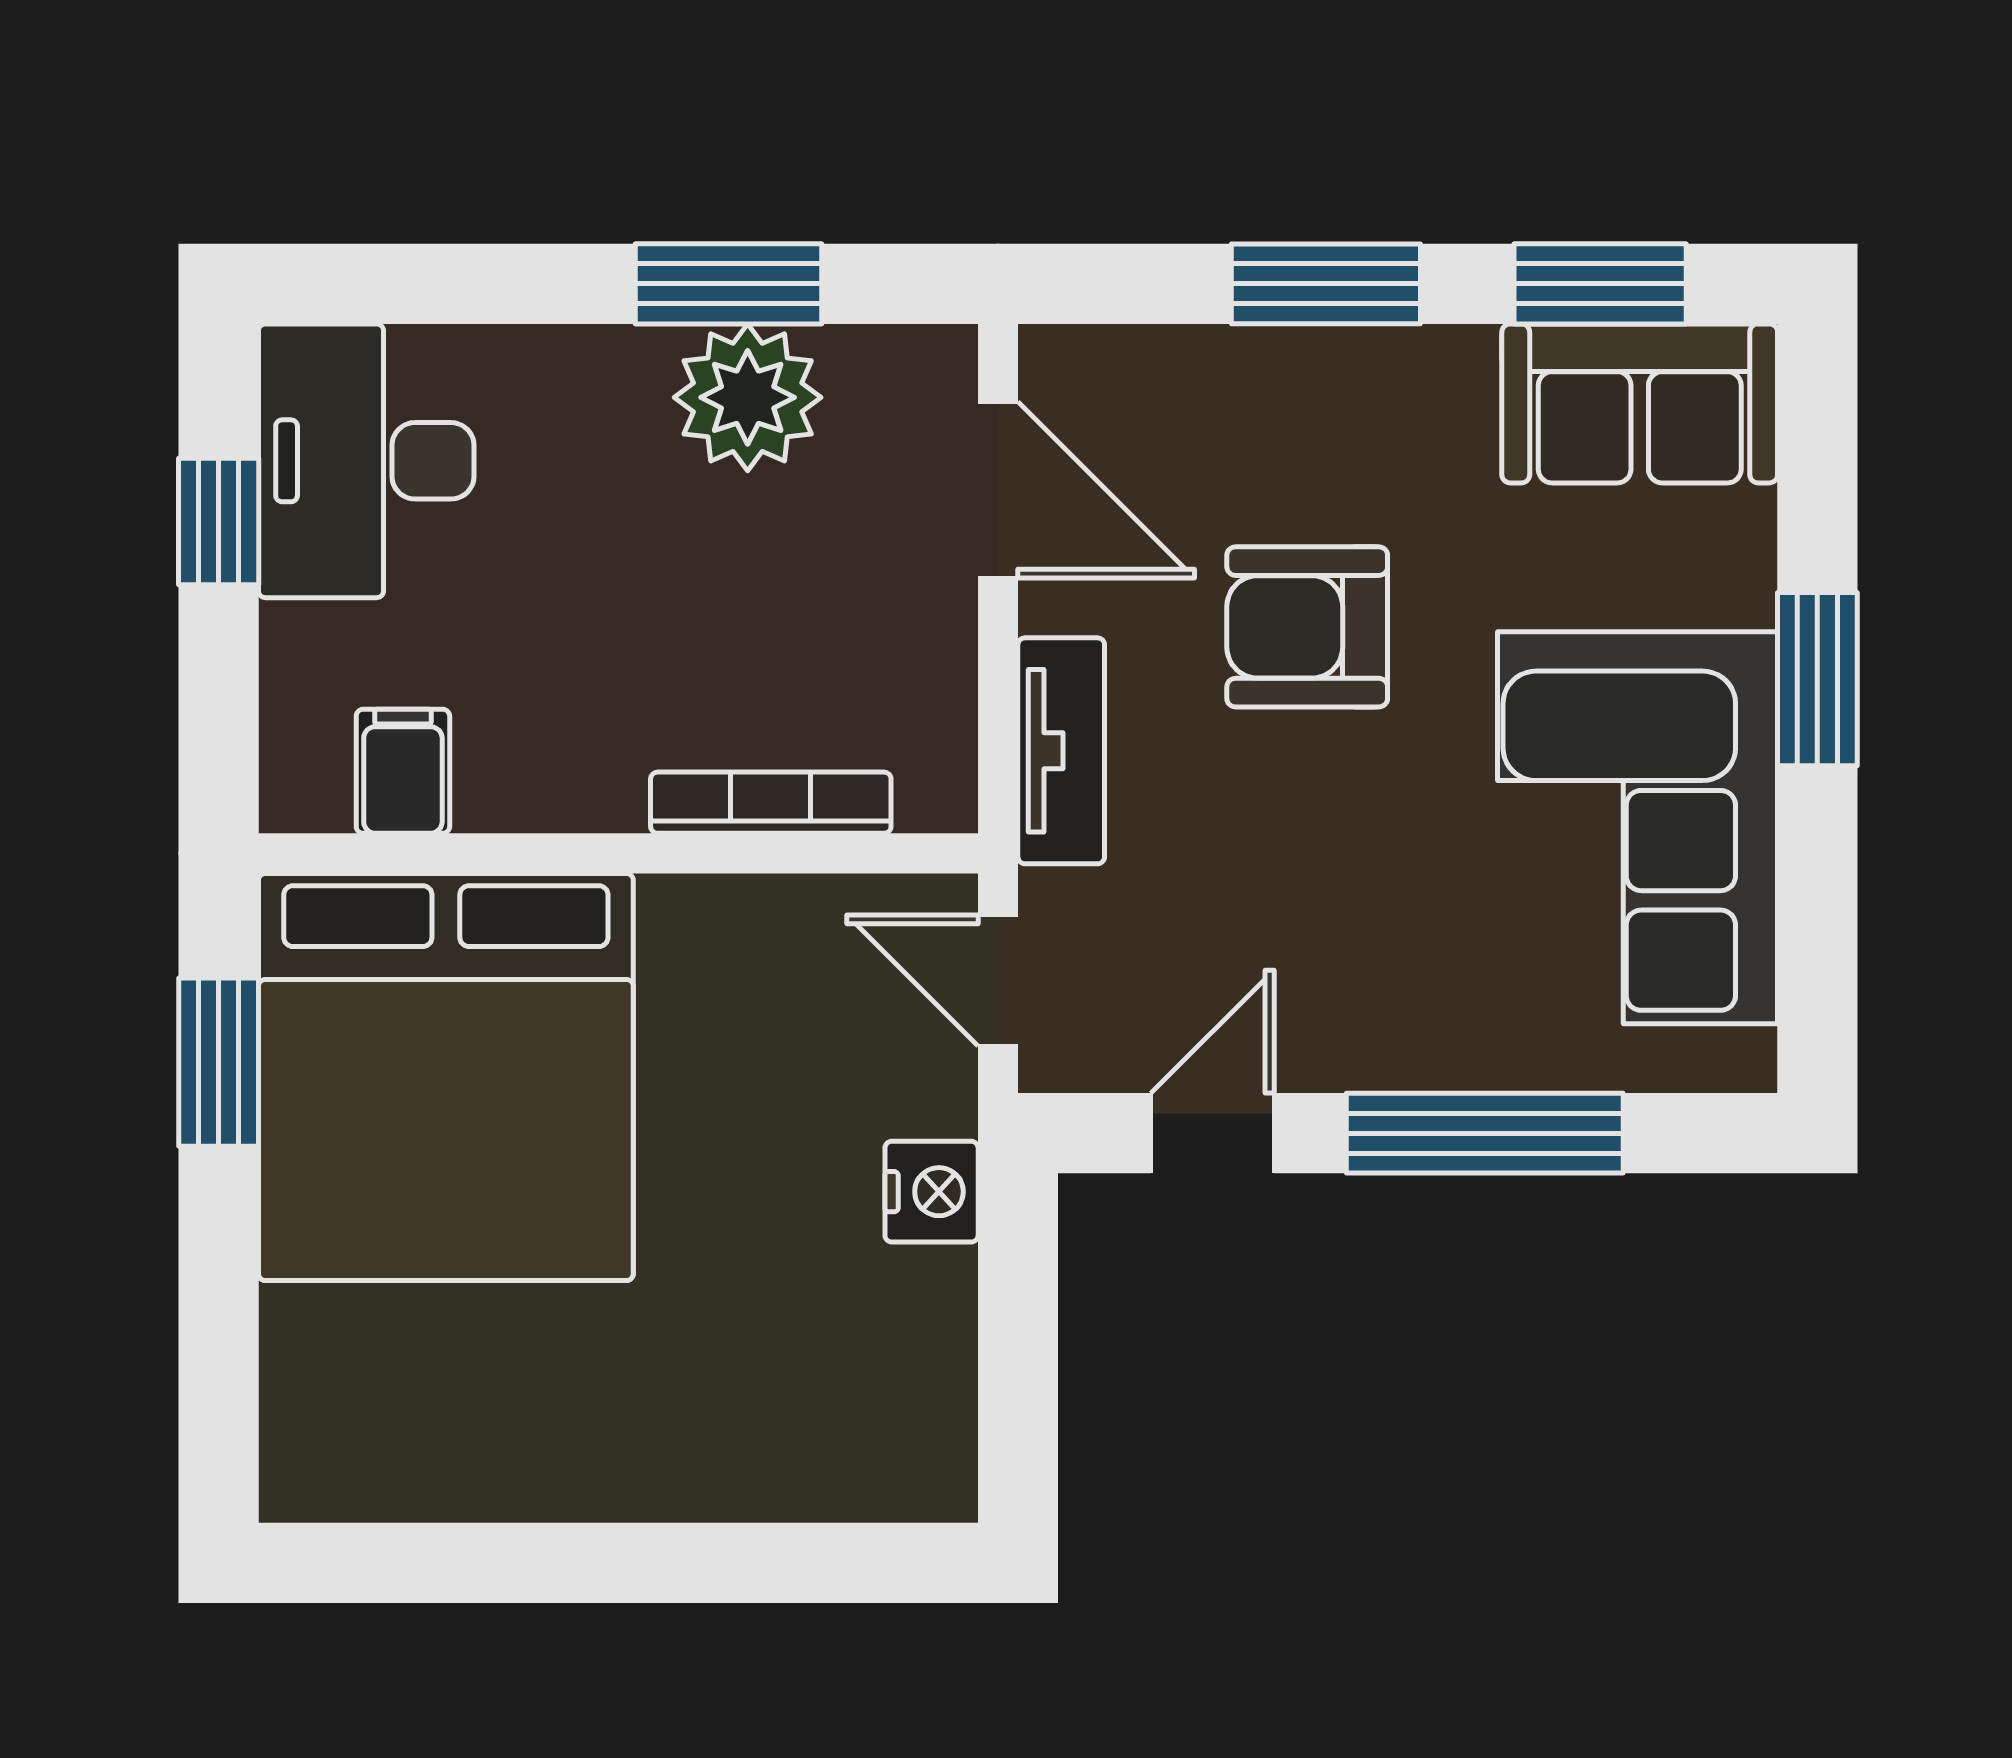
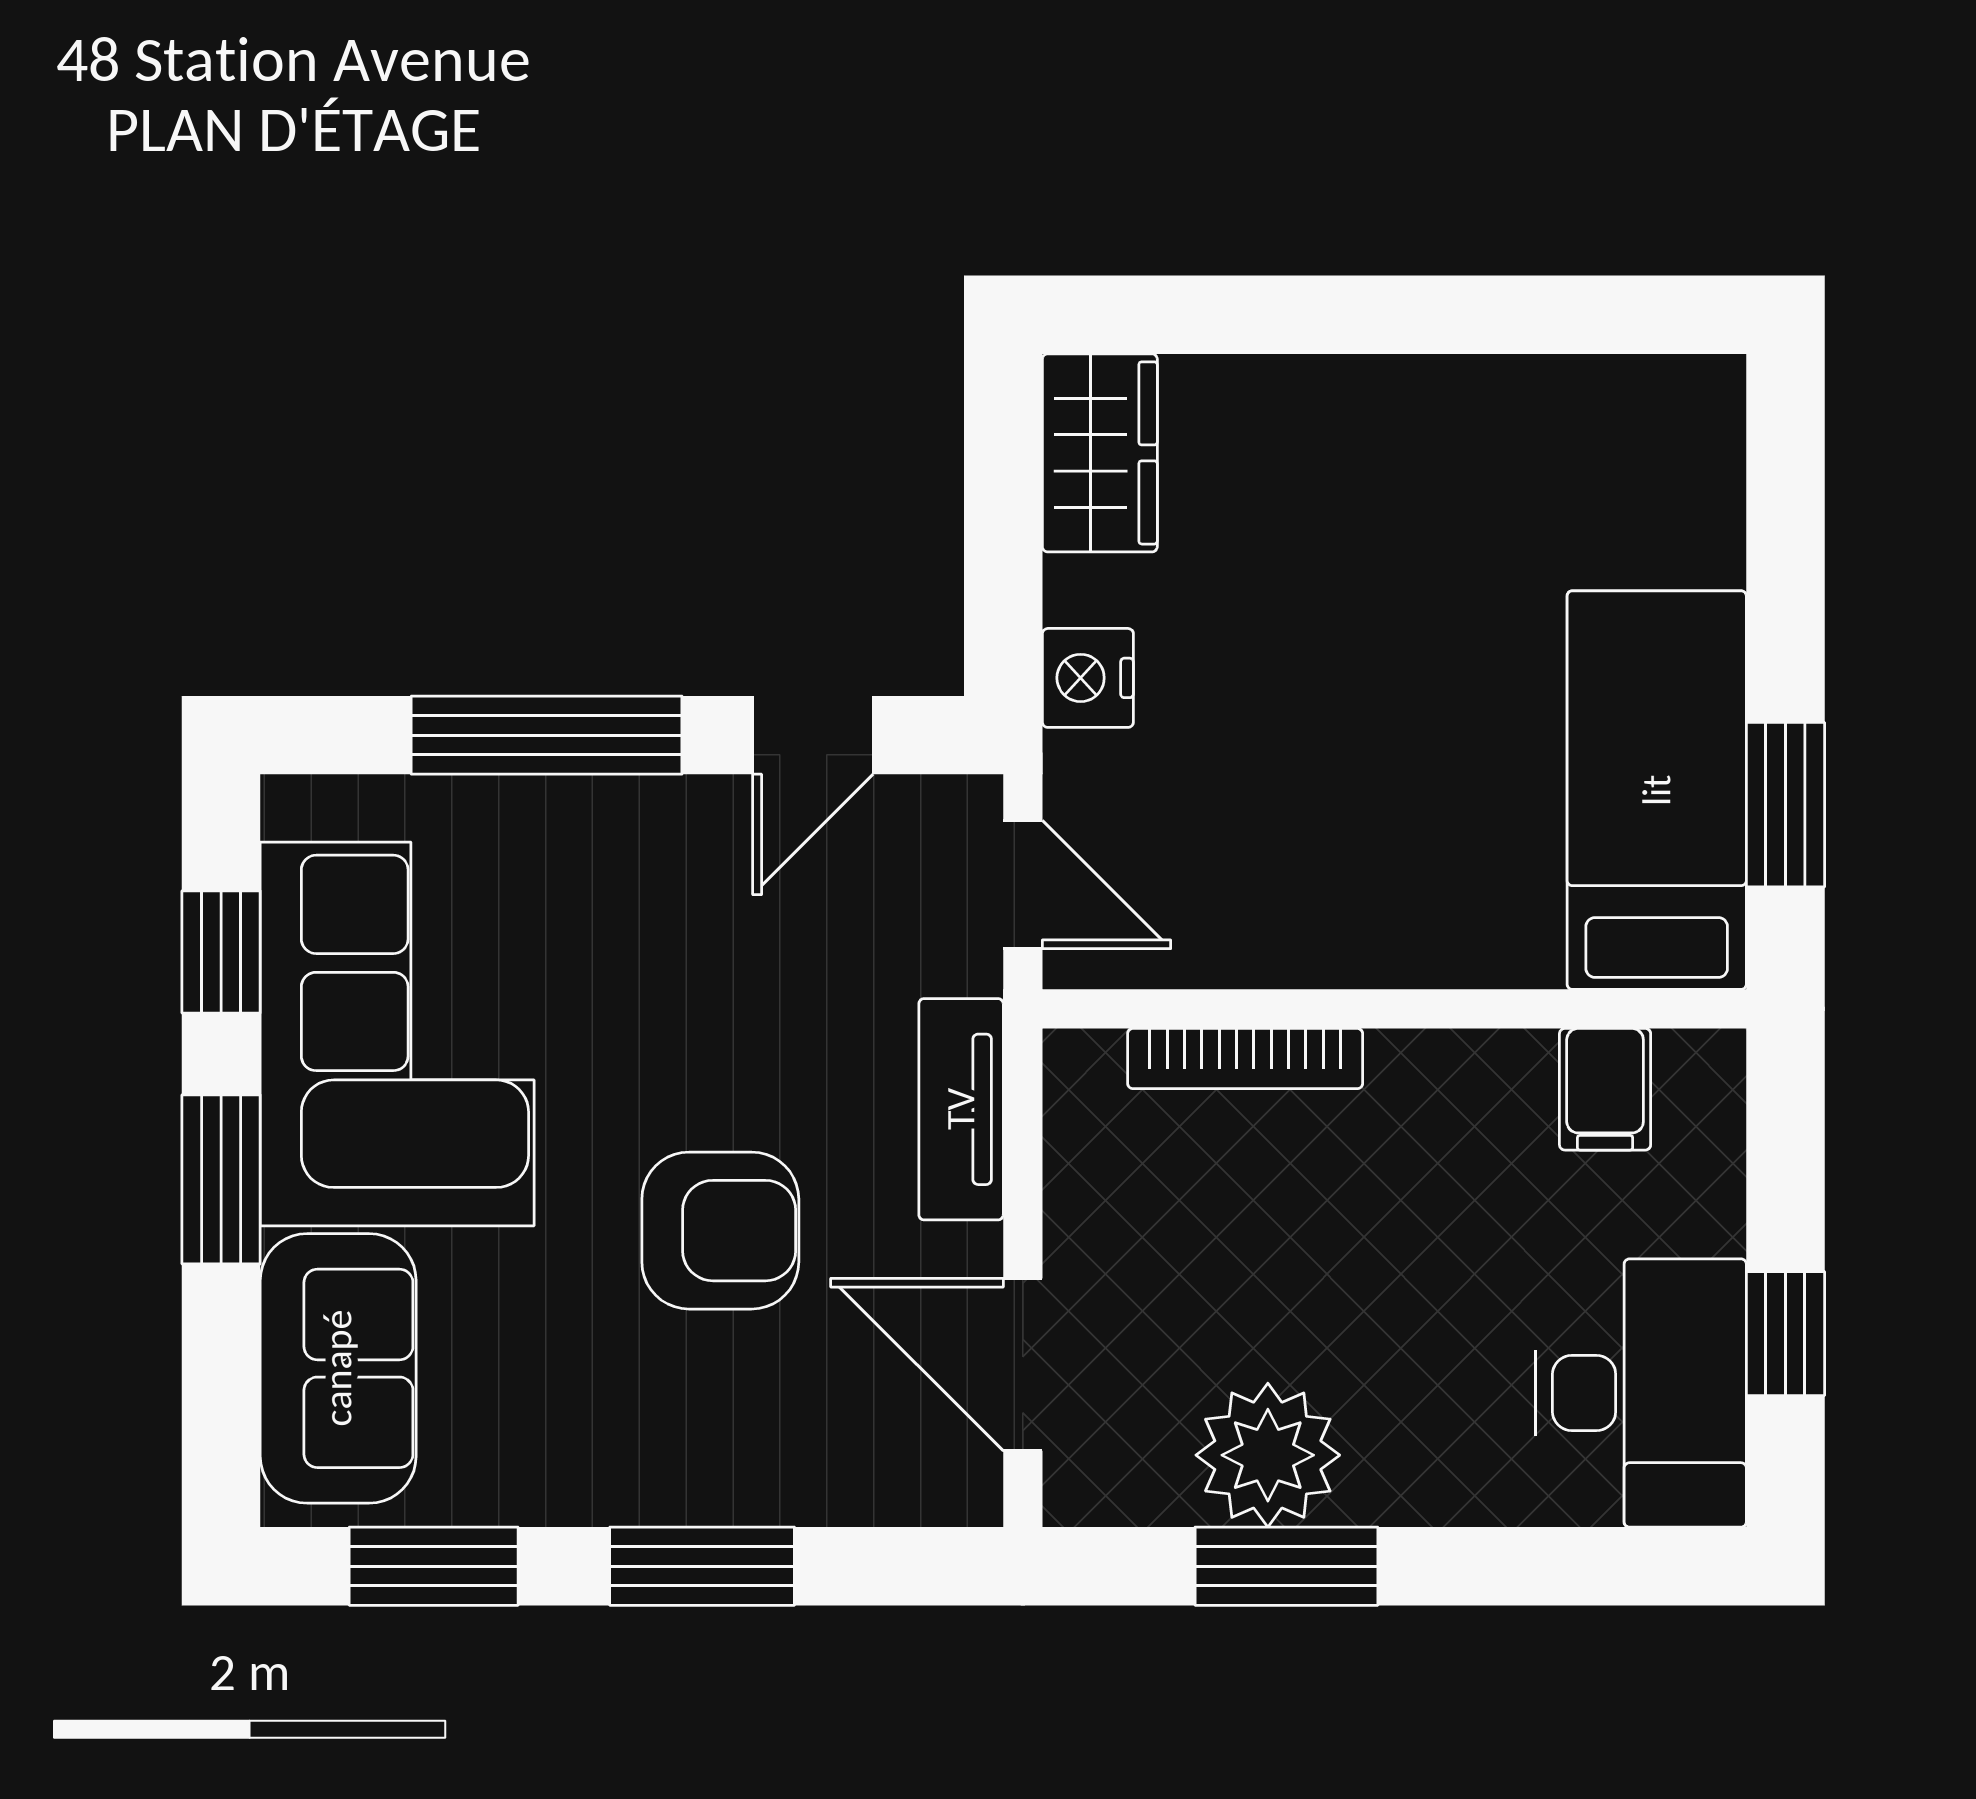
sofa: (1640, 403) -> (338, 1368), moved, turned 90
window: (1817, 912) -> (221, 952), added
bed: (446, 1077) -> (1657, 790), width x0.49
wardrobe: (919, 1422) -> (1100, 453), added

